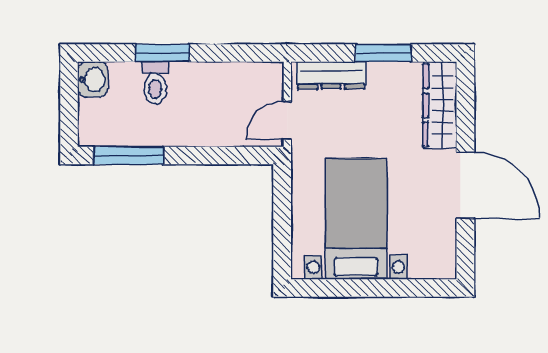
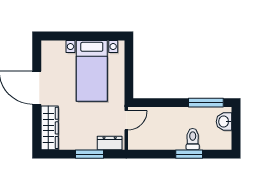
window: (383, 53) -> (90, 154), moved
dresser: (331, 75) -> (110, 143), width x0.70
washbasin: (93, 79) -> (224, 122), moved

